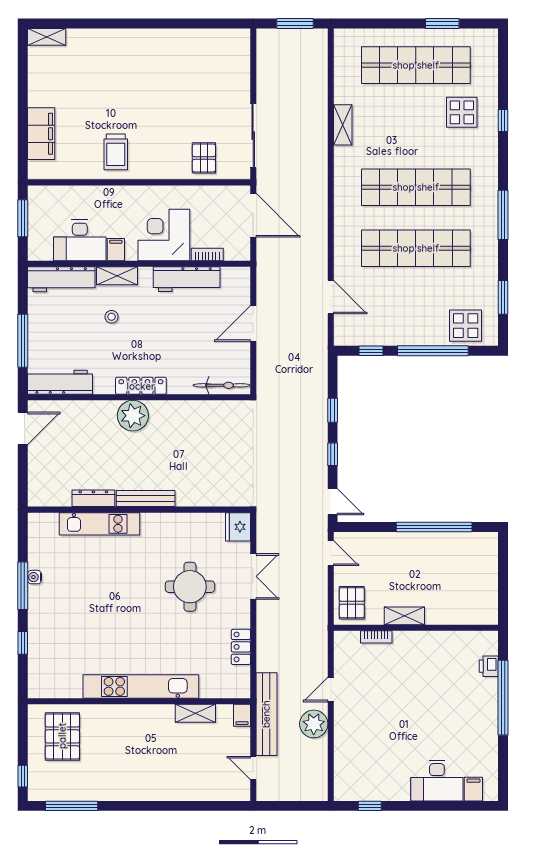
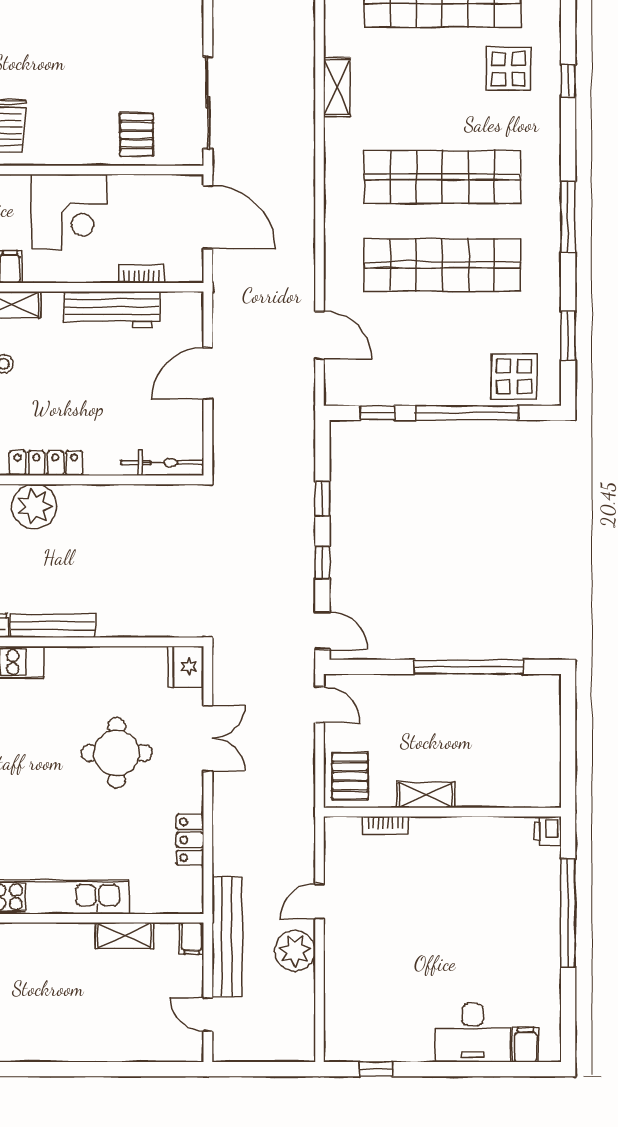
corner desk: (164, 235) -> (69, 211), moved, turned 180
printer: (489, 666) -> (547, 831), moved

